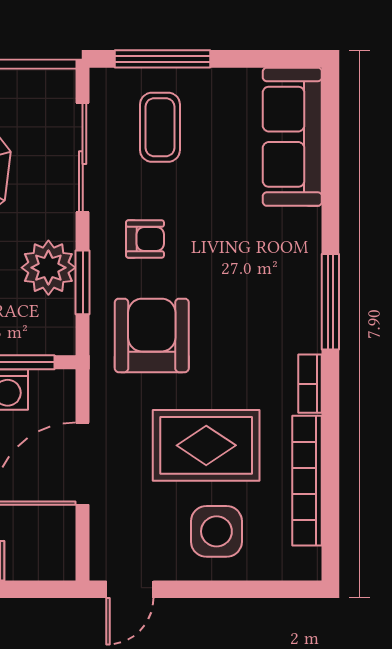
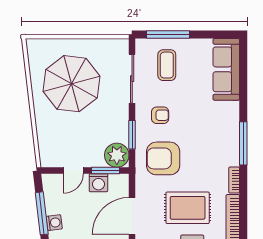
plant: (48, 268) -> (117, 155), moved
armchair: (152, 335) -> (163, 158), turned -90

